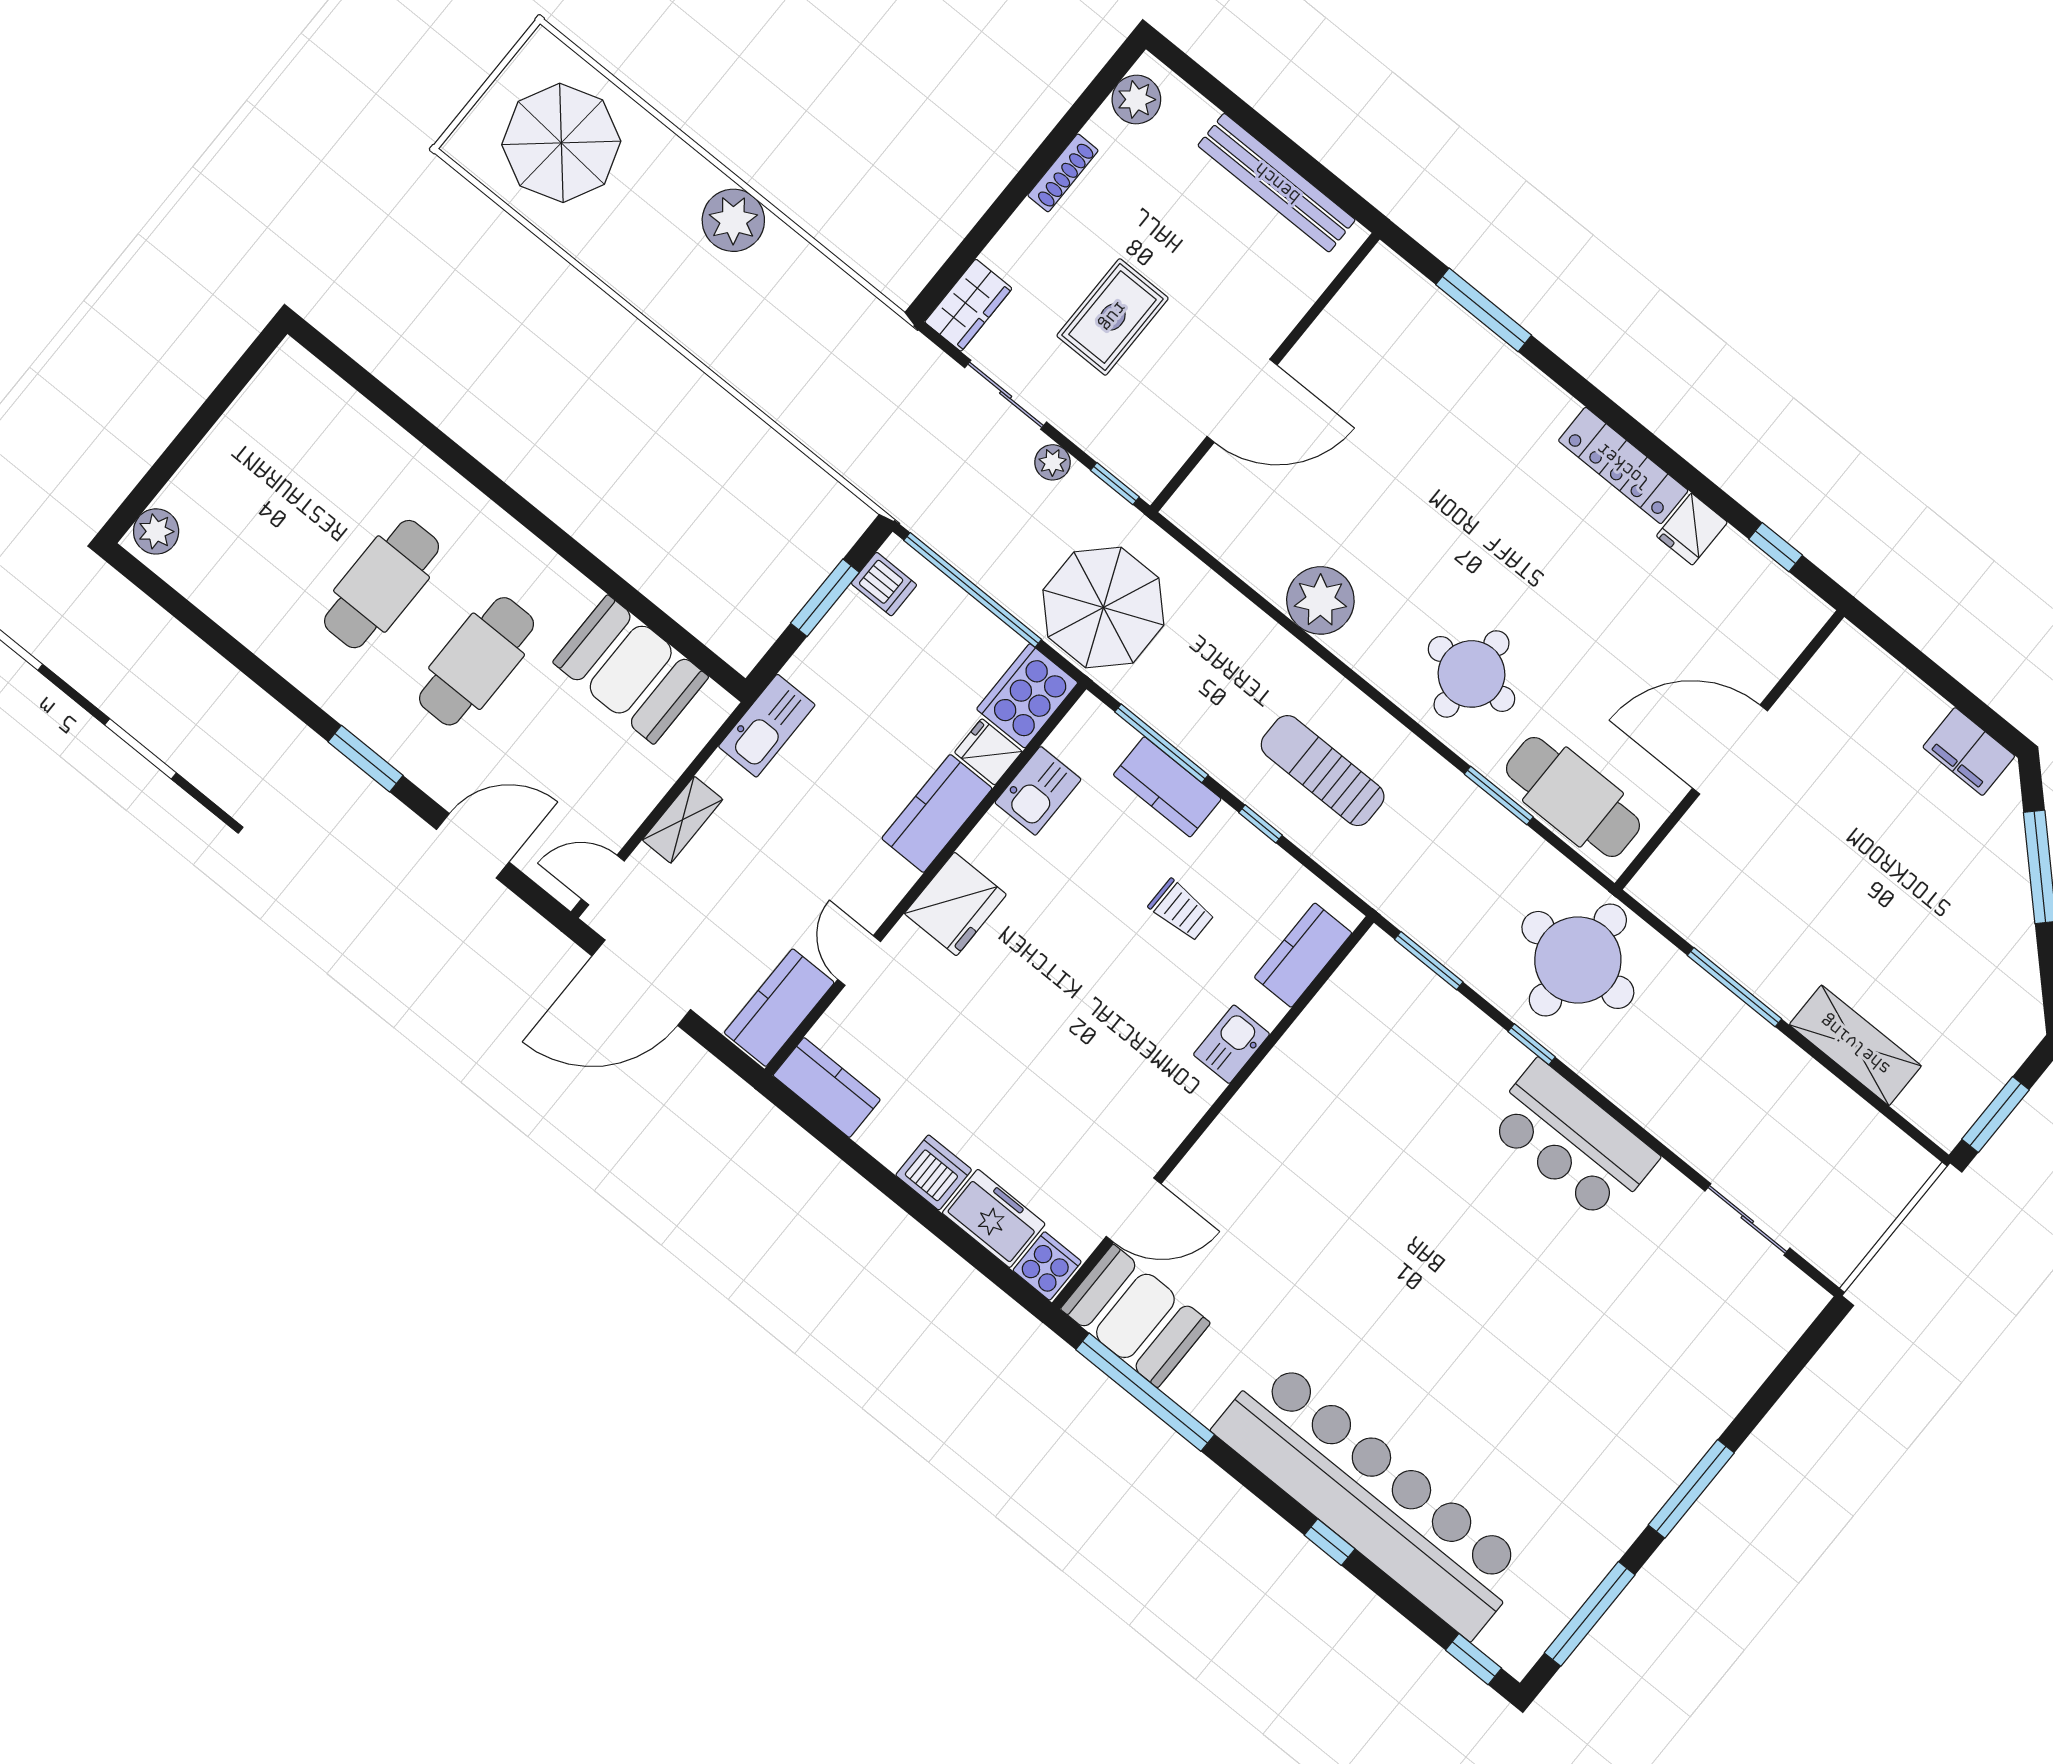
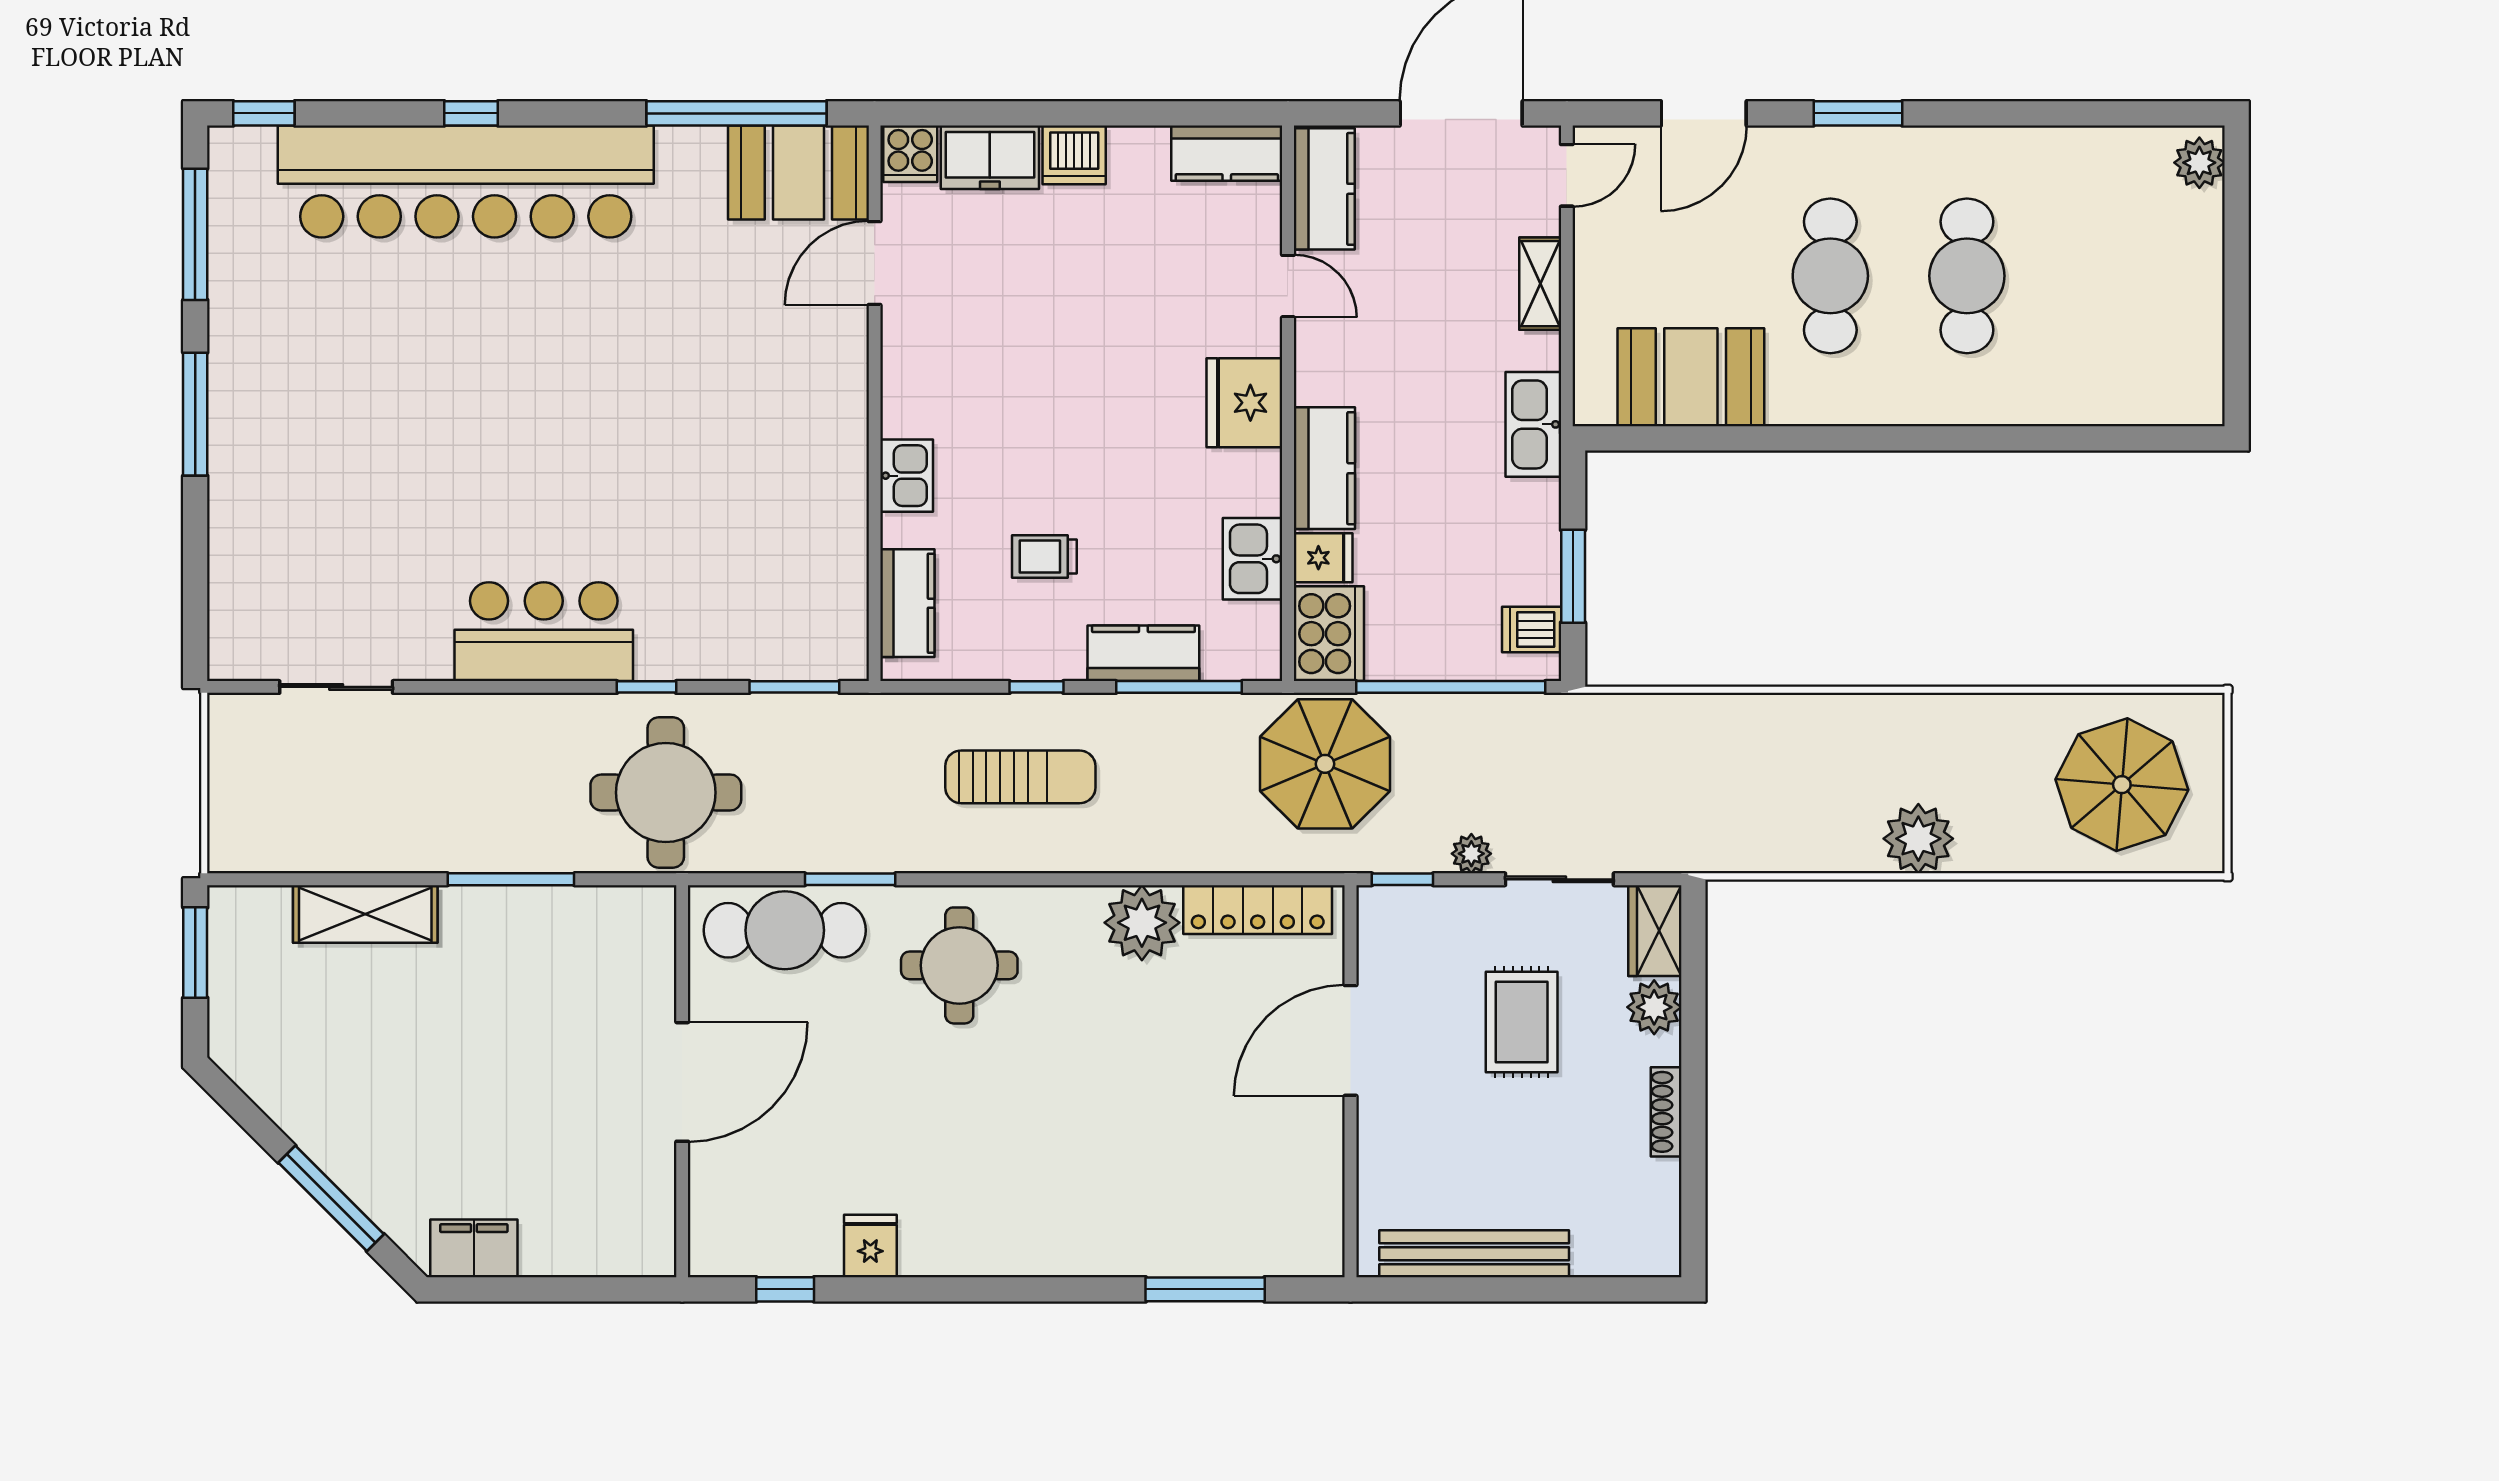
plant: (1136, 99) -> (1654, 1007), moved
locker: (1623, 466) -> (1258, 910), moved, turned 180

